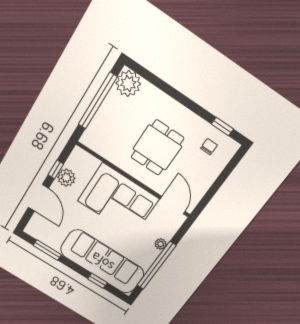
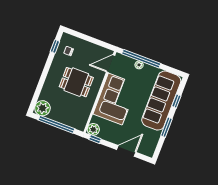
window: (56, 169) -> (95, 139), moved
plant: (66, 178) -> (93, 129), moved
window: (47, 250) -> (166, 127), moved
window: (156, 266) -> (141, 59), moved

